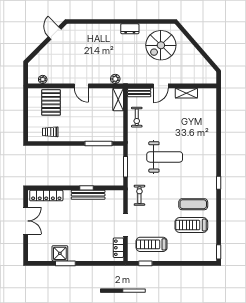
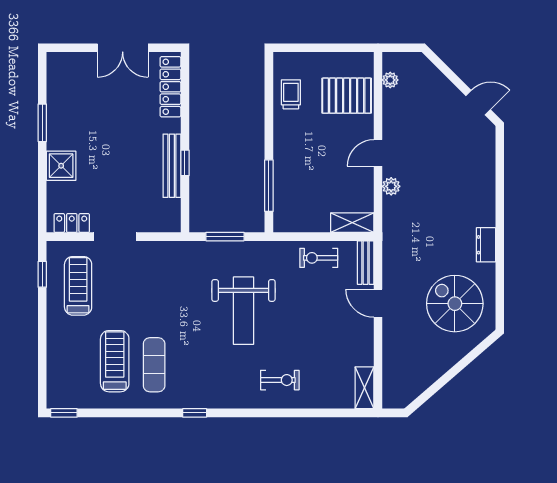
plant: (115, 79) -> (391, 186), moved
shelving: (186, 93) -> (364, 388), moved
exercise bike: (139, 195) -> (280, 380), moved
shower: (60, 253) -> (61, 166), moved

